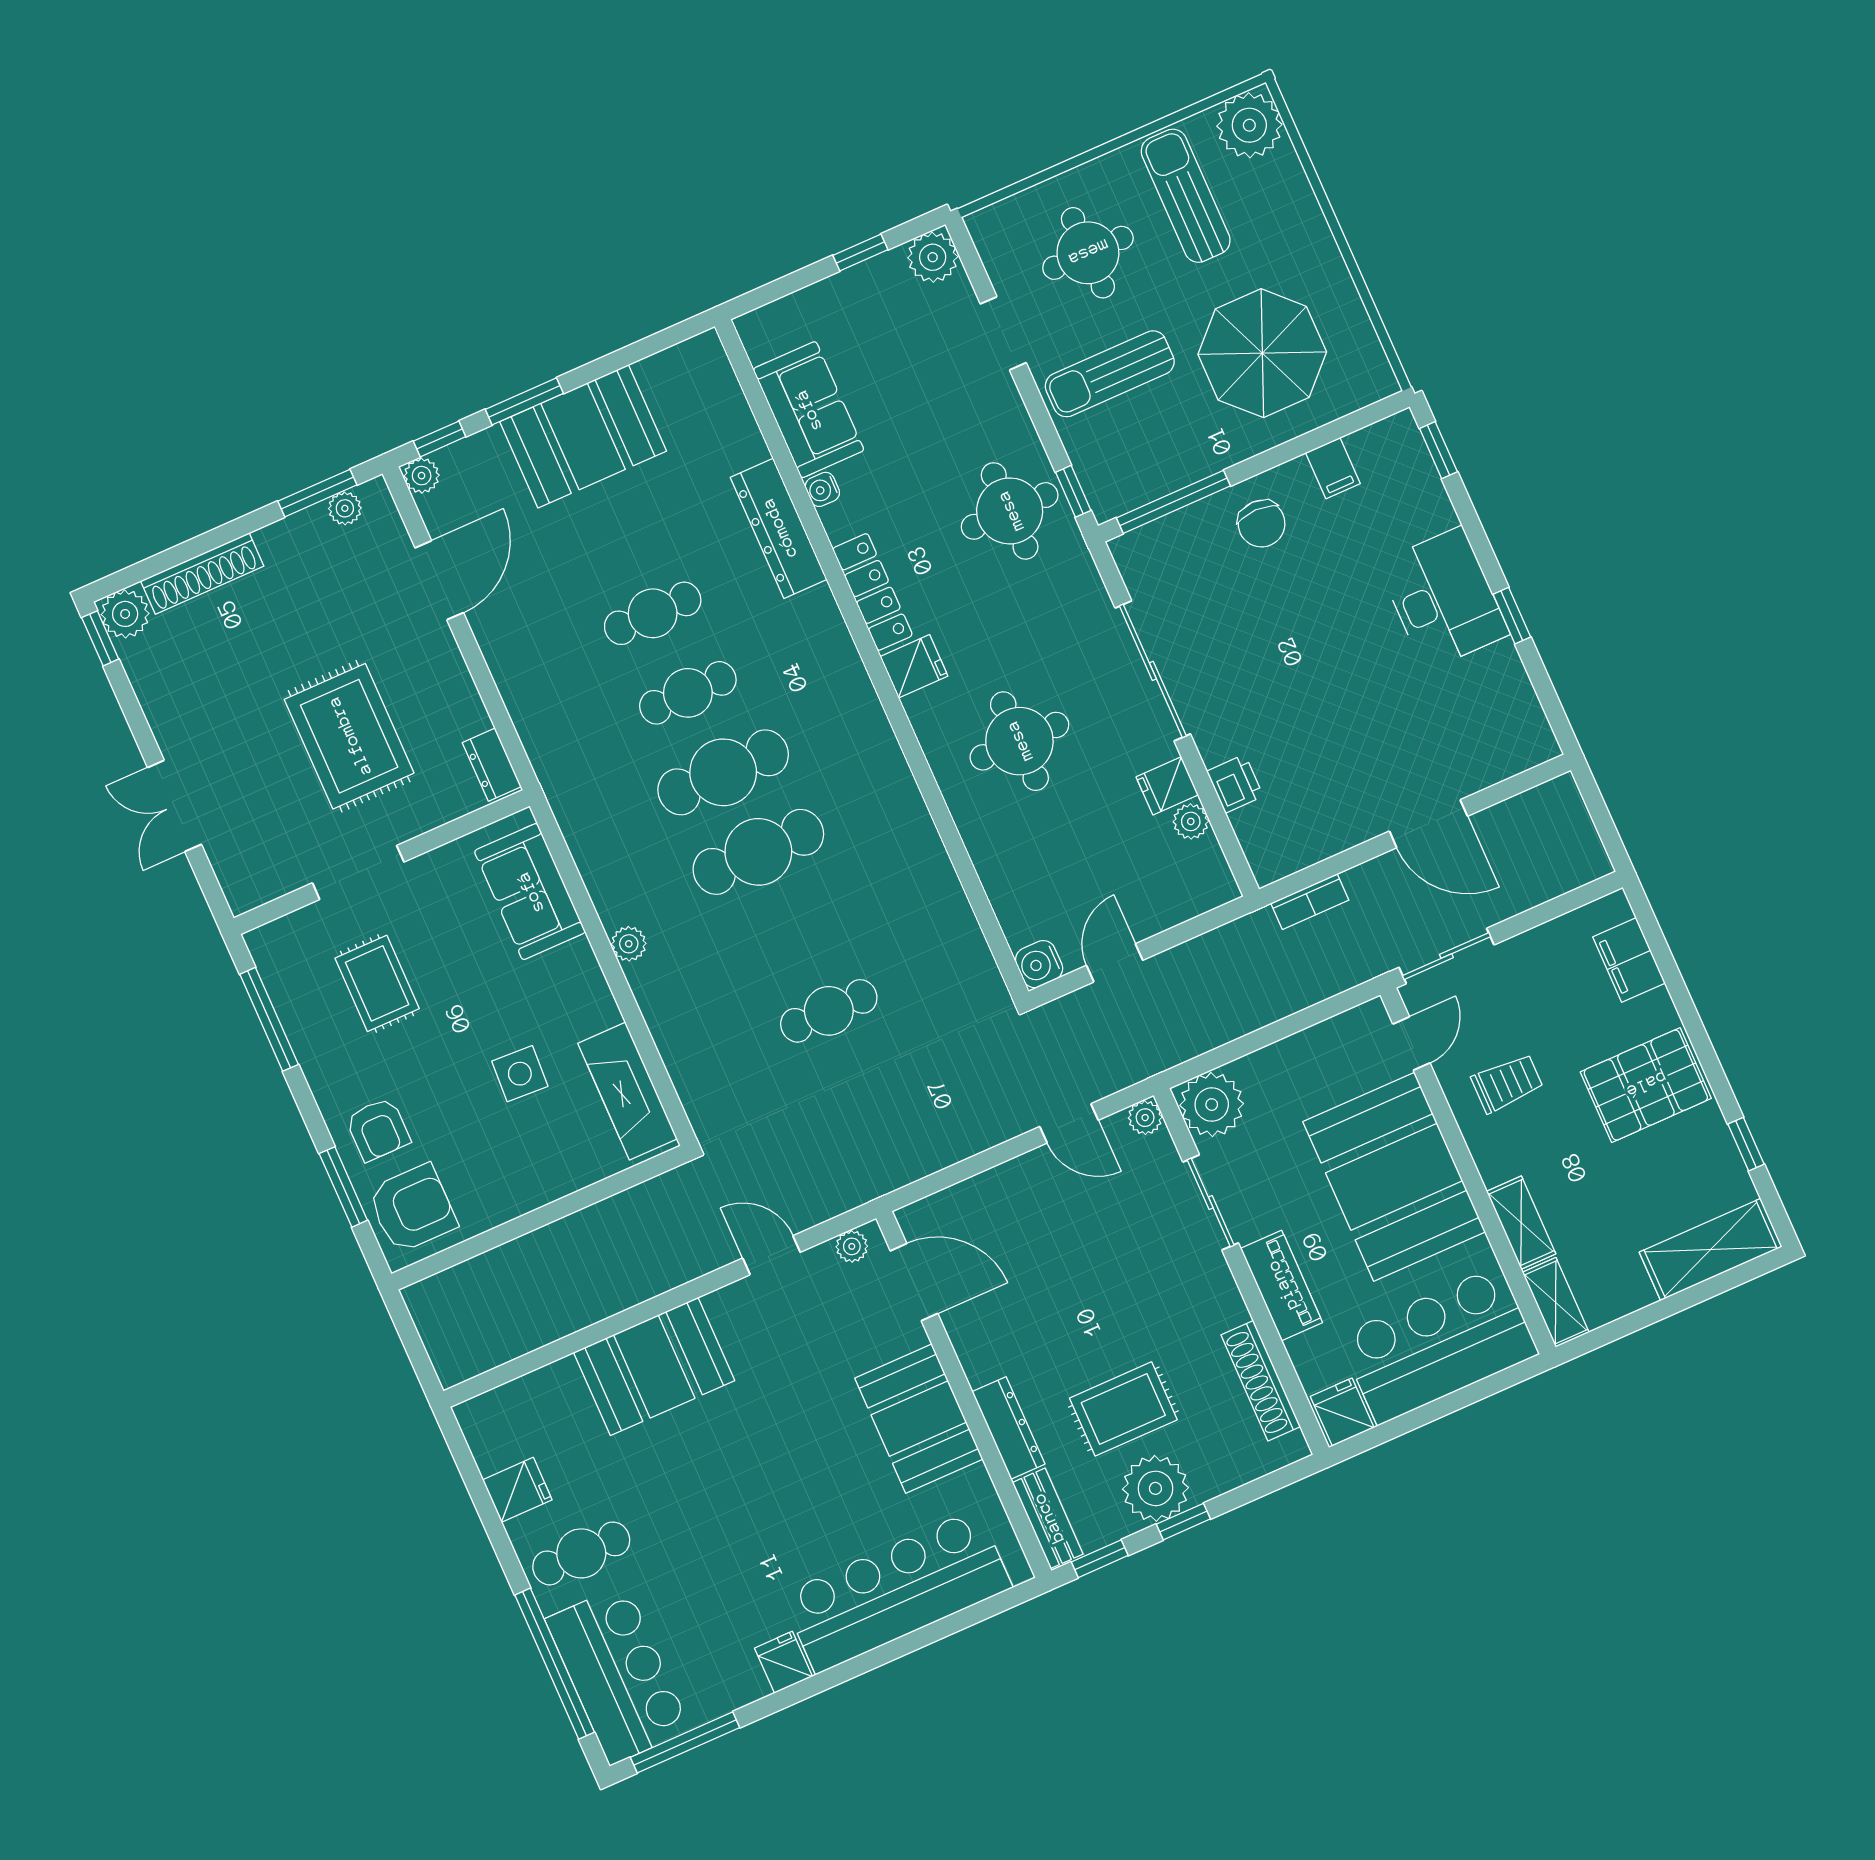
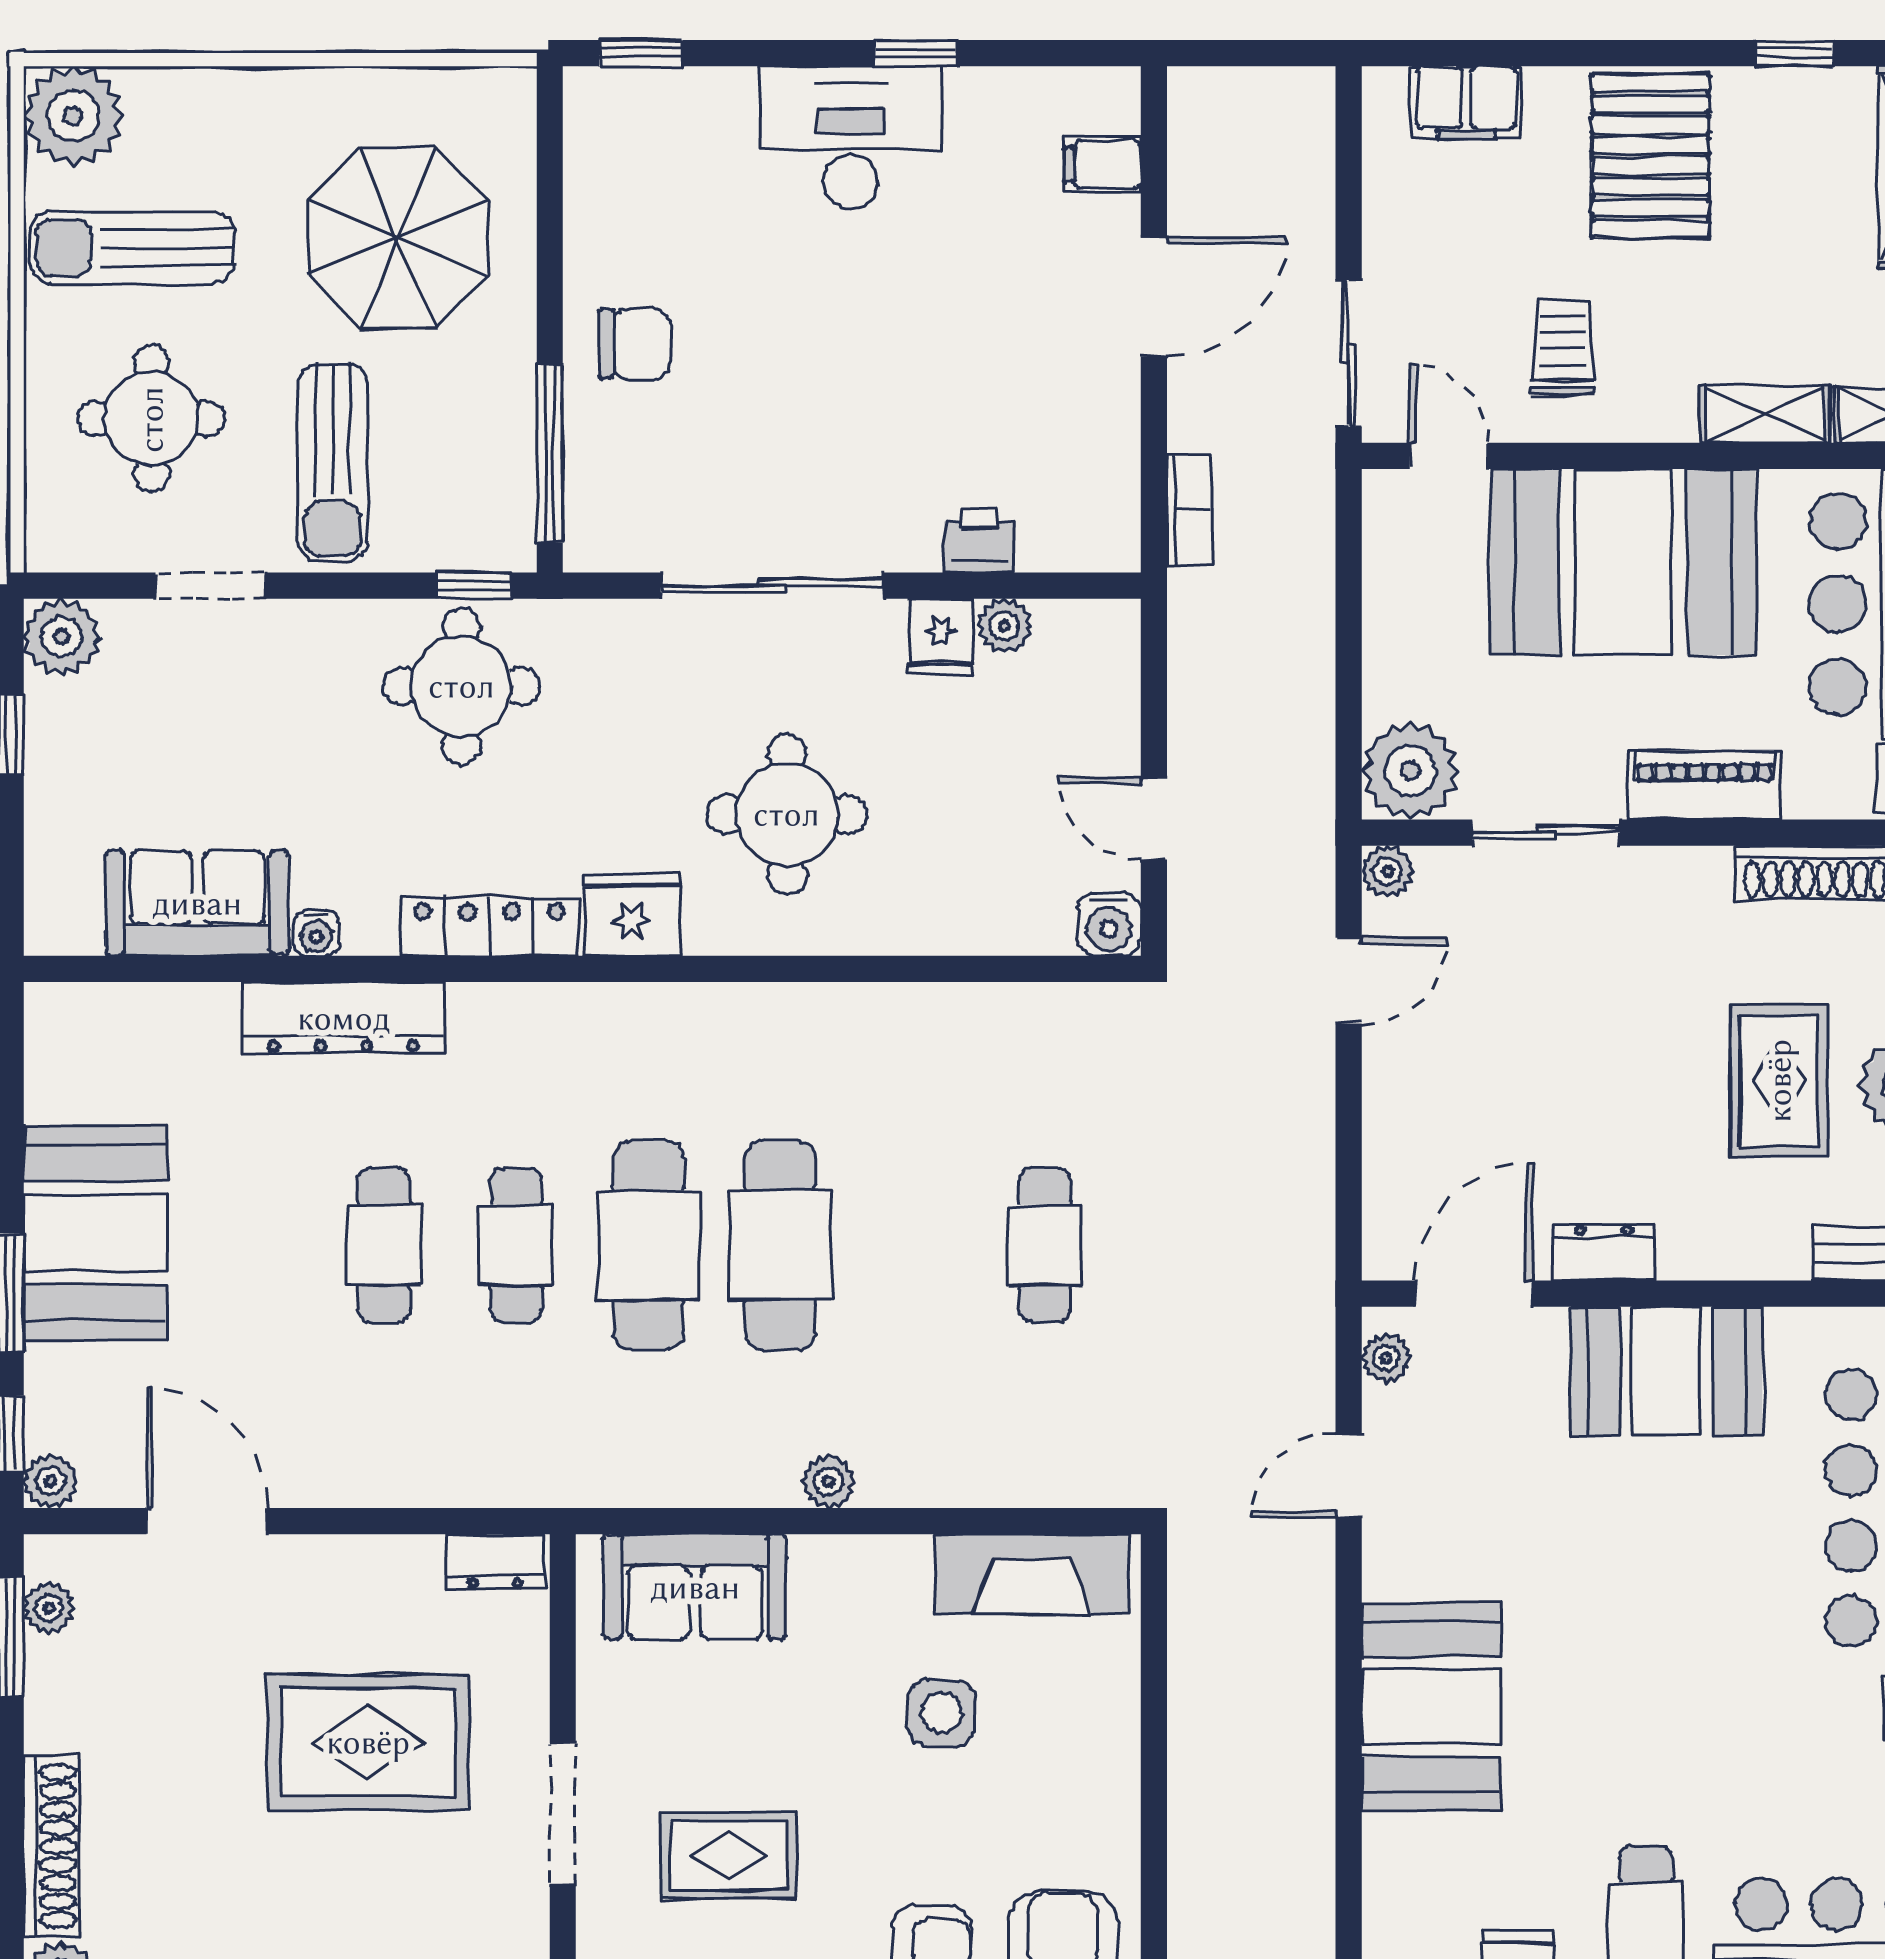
filing cabinet: (1333, 468) -> (1102, 164), moved, turned 180
fridge: (914, 666) -> (632, 915), width x1.38
dresser: (1008, 1428) -> (1604, 1252), moved, width x0.70

